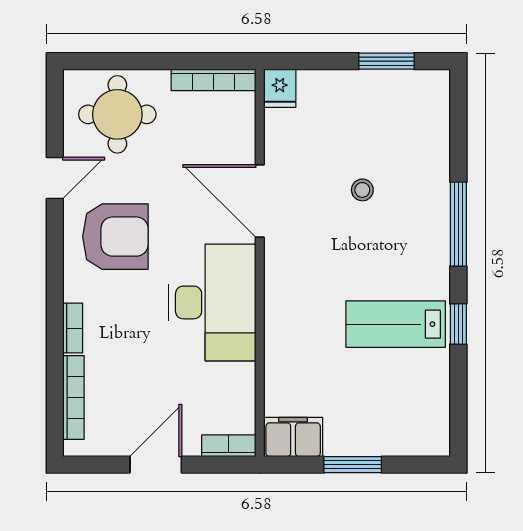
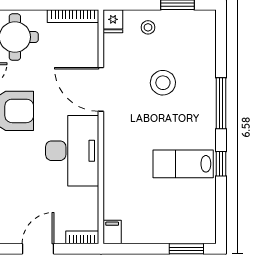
stool: (338, 98) -> (148, 27), added
stool: (362, 190) -> (163, 83), width x1.89, depth x1.89
filing cabinet: (293, 437) -> (112, 232), width x0.50
window: (353, 465) -> (186, 249), moved

